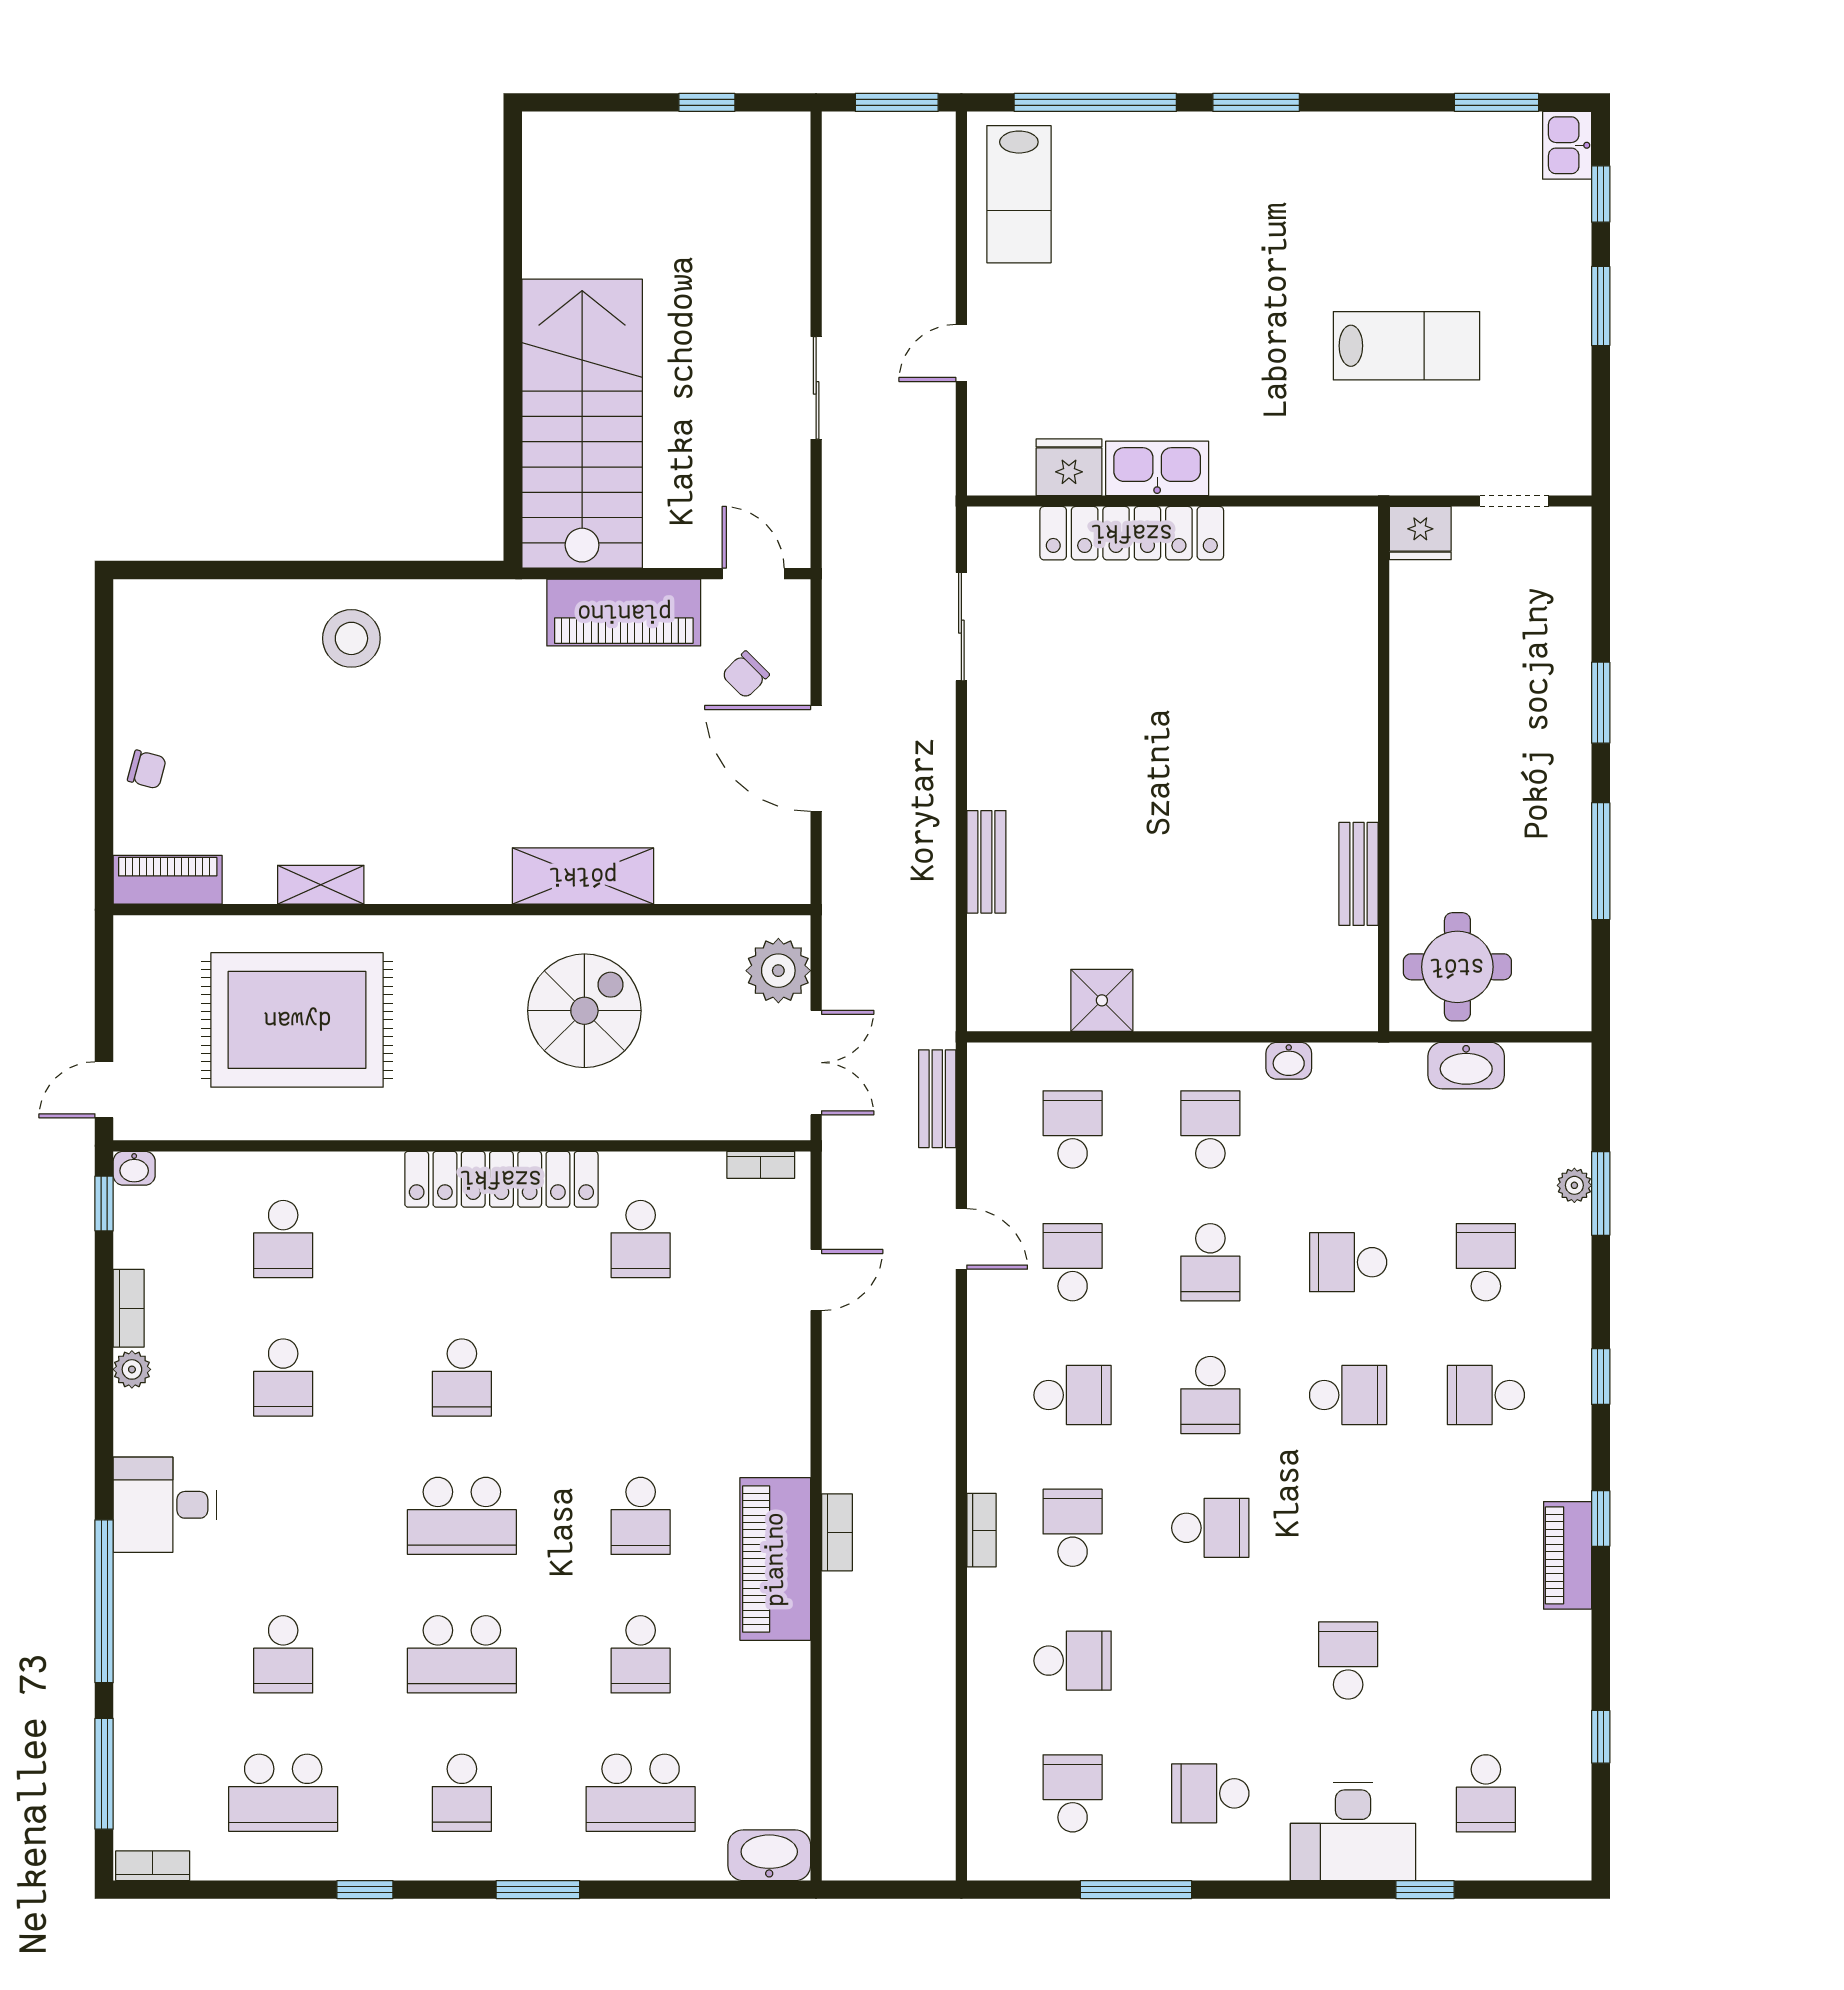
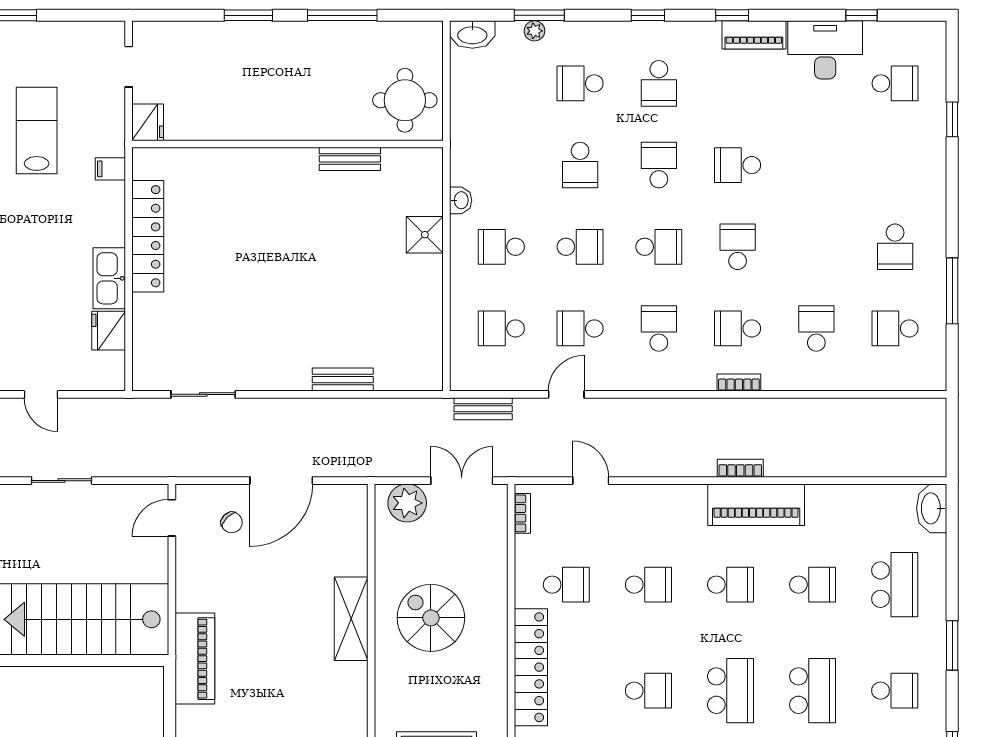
filing cabinet: (1342, 470) -> (110, 169), added
locker: (1132, 533) -> (148, 236), moved
piano: (624, 613) -> (195, 659), moved
shower: (1102, 1000) -> (425, 235), moved
washbasin: (1466, 1066) -> (472, 34), moved, turned 90
school desk: (641, 1377) -> (648, 585), added
school desk: (1348, 1661) -> (738, 165), moved
desk: (1353, 1831) -> (825, 50), moved, turned -90

